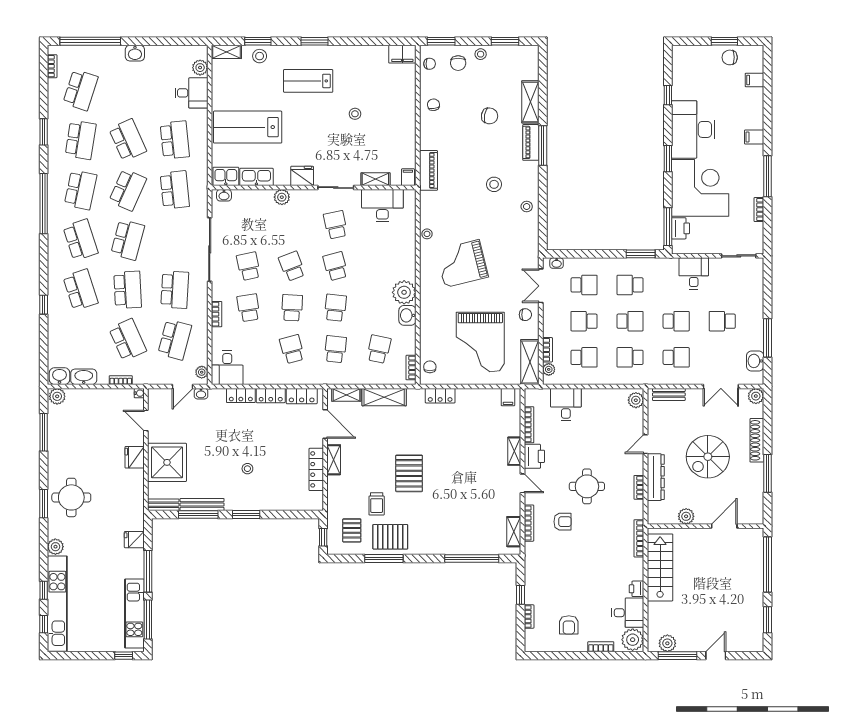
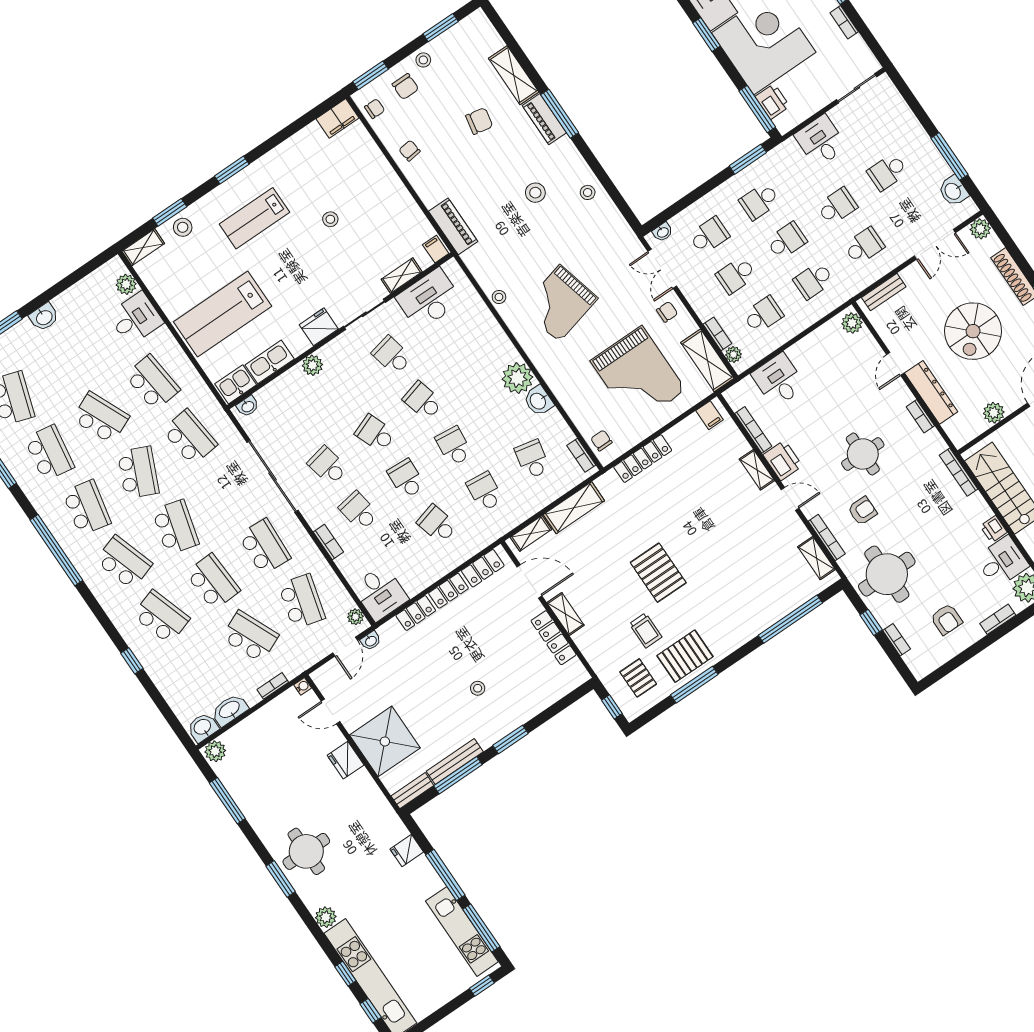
locker: (440, 396) -> (643, 459), width x1.53
round table: (551, 571) -> (887, 574), added

